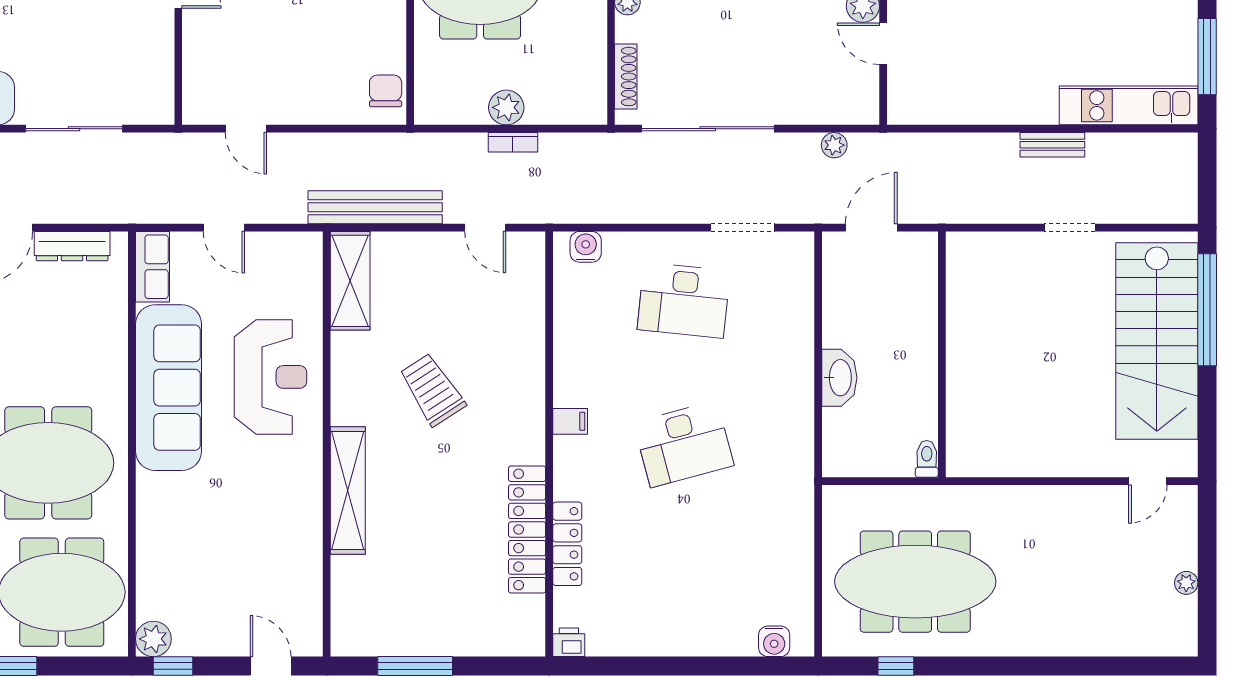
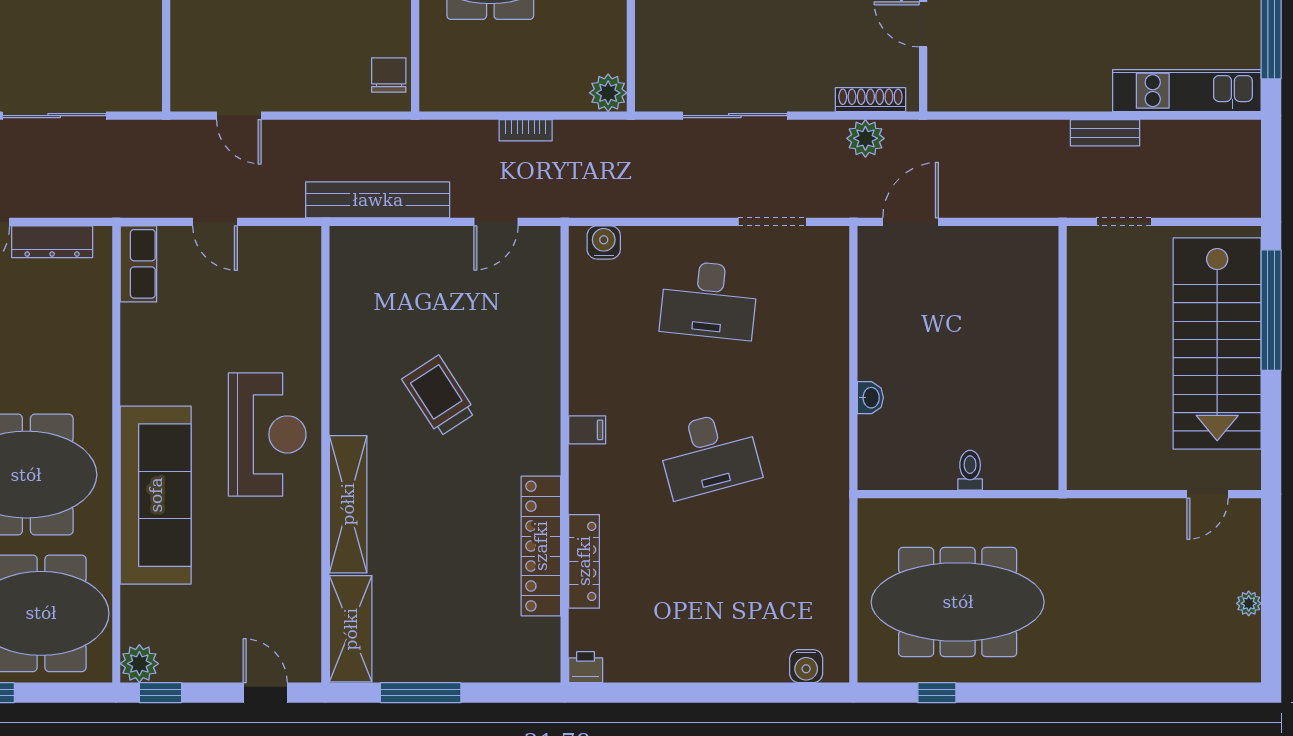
shoe rack: (626, 77) -> (870, 100), moved, turned -90
plant: (506, 107) -> (608, 93), moved
sliding door: (708, 129) -> (735, 116), width x0.73
plant: (834, 145) -> (865, 138), width x1.38, depth x1.38
door: (485, 228) -> (496, 222), hinge flipped
shelving: (350, 281) -> (351, 629), moved
wall: (942, 354) -> (1063, 358), moved
reception desk: (270, 377) -> (267, 434), moved
washbasin: (839, 378) -> (870, 398), width x0.52, depth x0.69
sofa: (168, 388) -> (156, 495), moved

